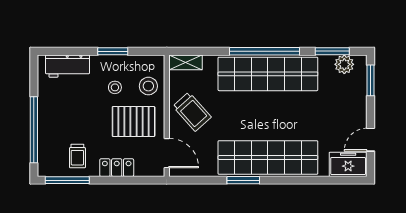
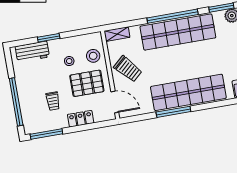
window: (113, 51) -> (49, 38), moved
trolley: (77, 156) -> (53, 101), moved
window: (243, 180) -> (173, 112), width x1.44

